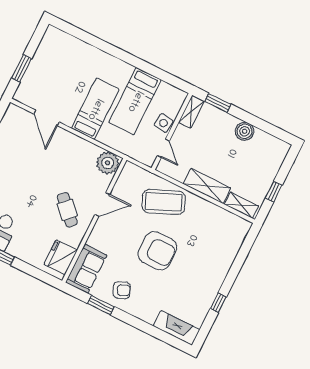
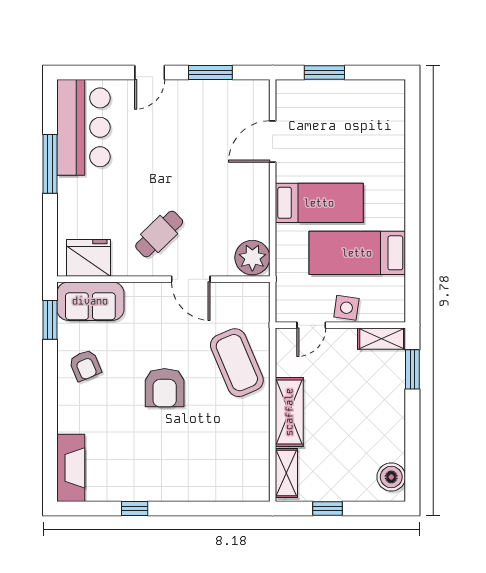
boiler: (245, 131) -> (391, 477), moved
armchair: (157, 251) -> (165, 388), width x0.73, depth x0.73
window: (101, 305) -> (50, 320), moved

